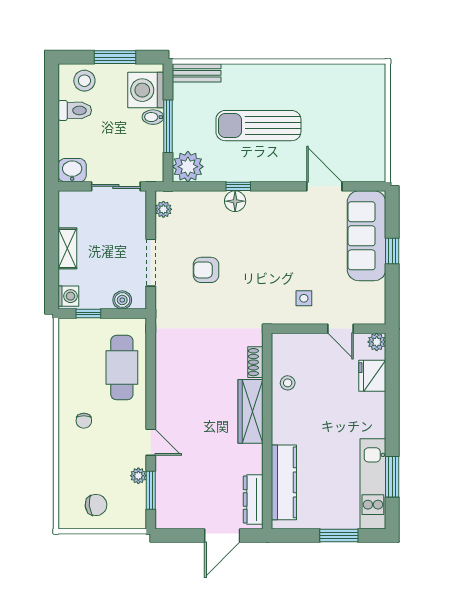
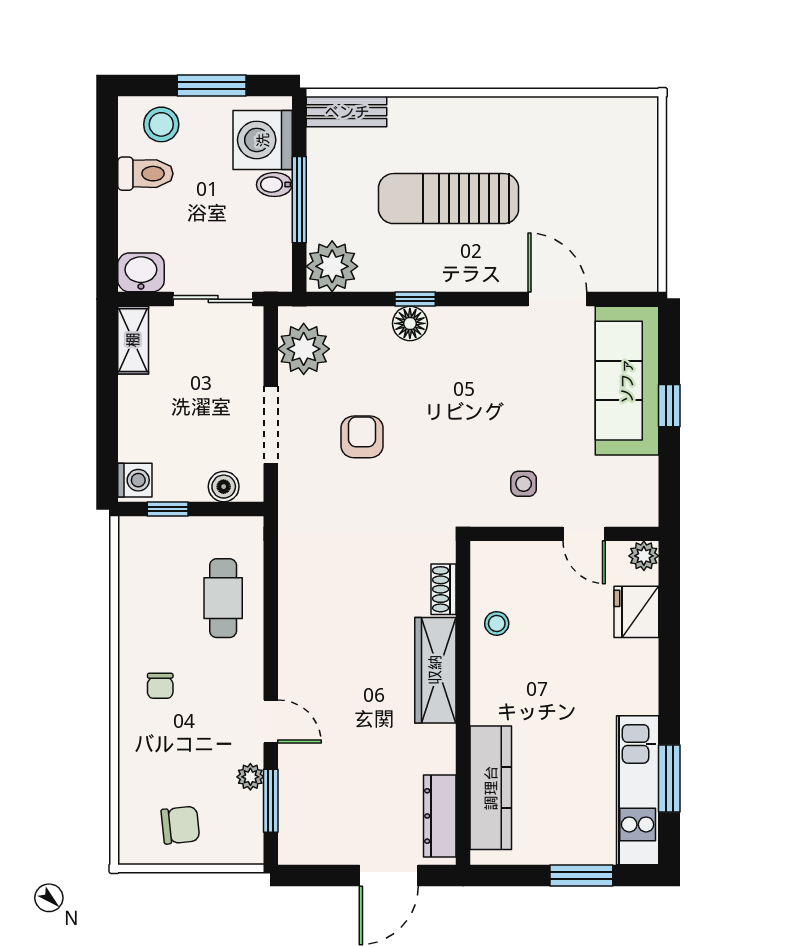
plant: (163, 209) -> (304, 349), width x1.87, depth x1.87
shelving: (67, 248) -> (133, 340), moved
armchair: (206, 270) -> (362, 437), turned 90
cafe table: (122, 368) -> (223, 598), width x0.73, depth x0.74

